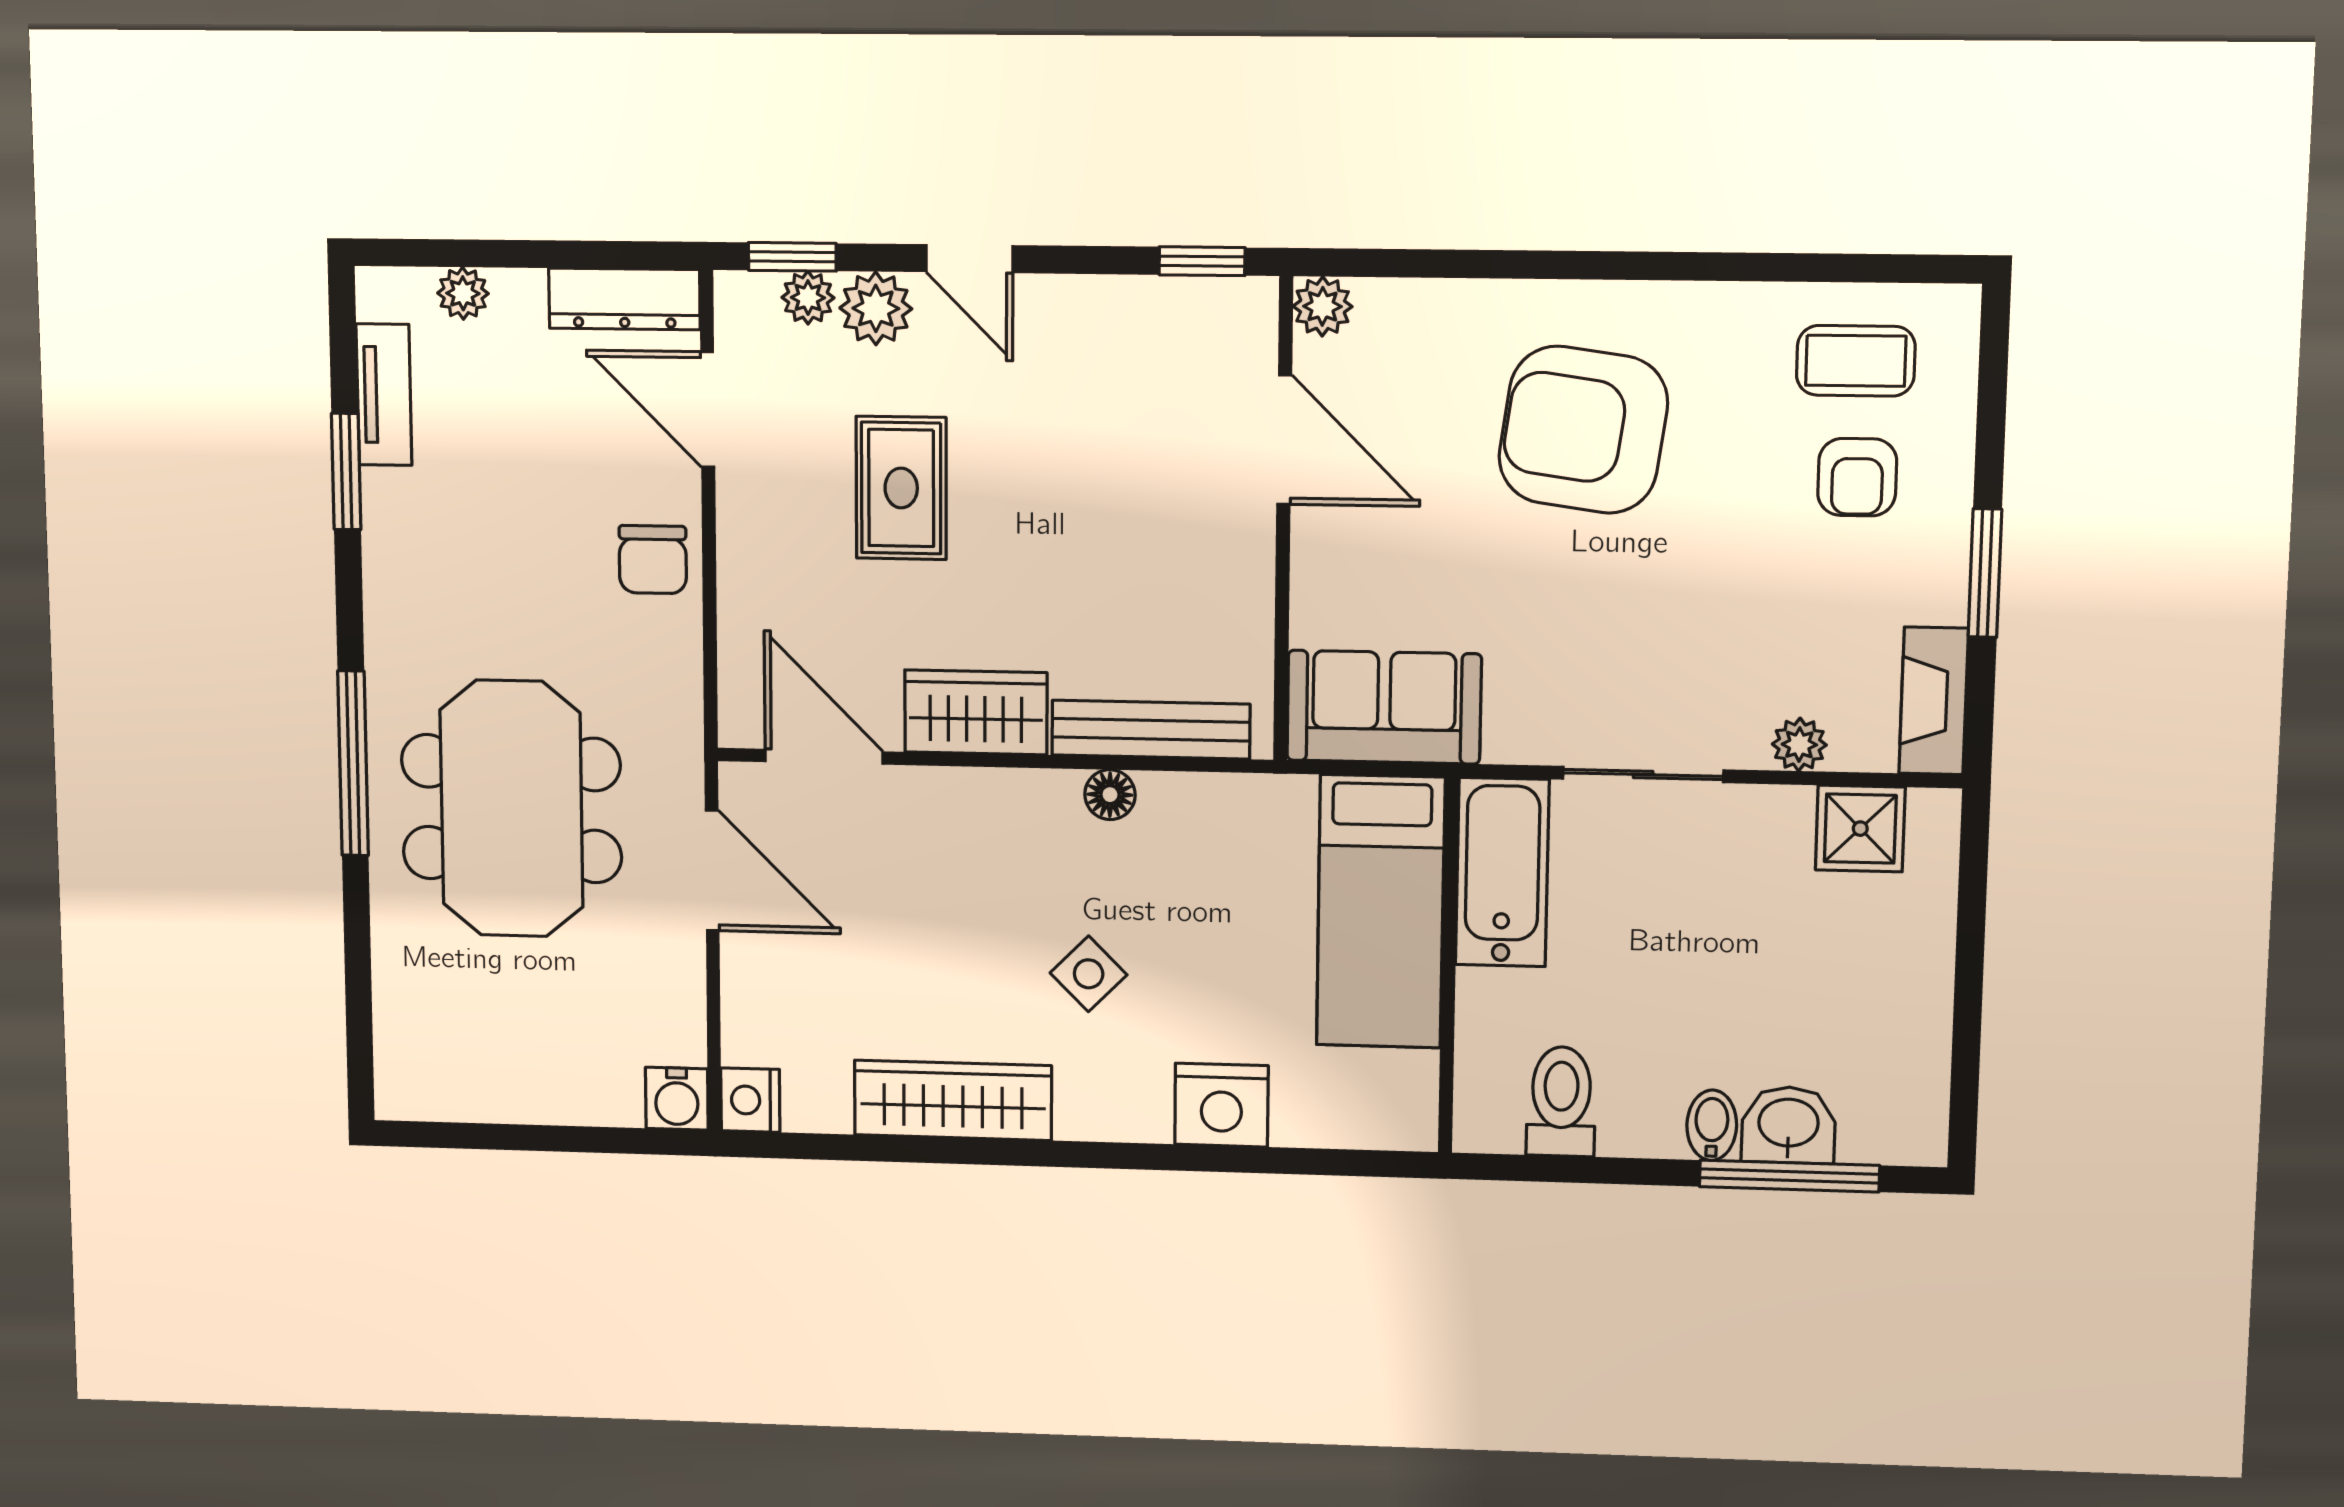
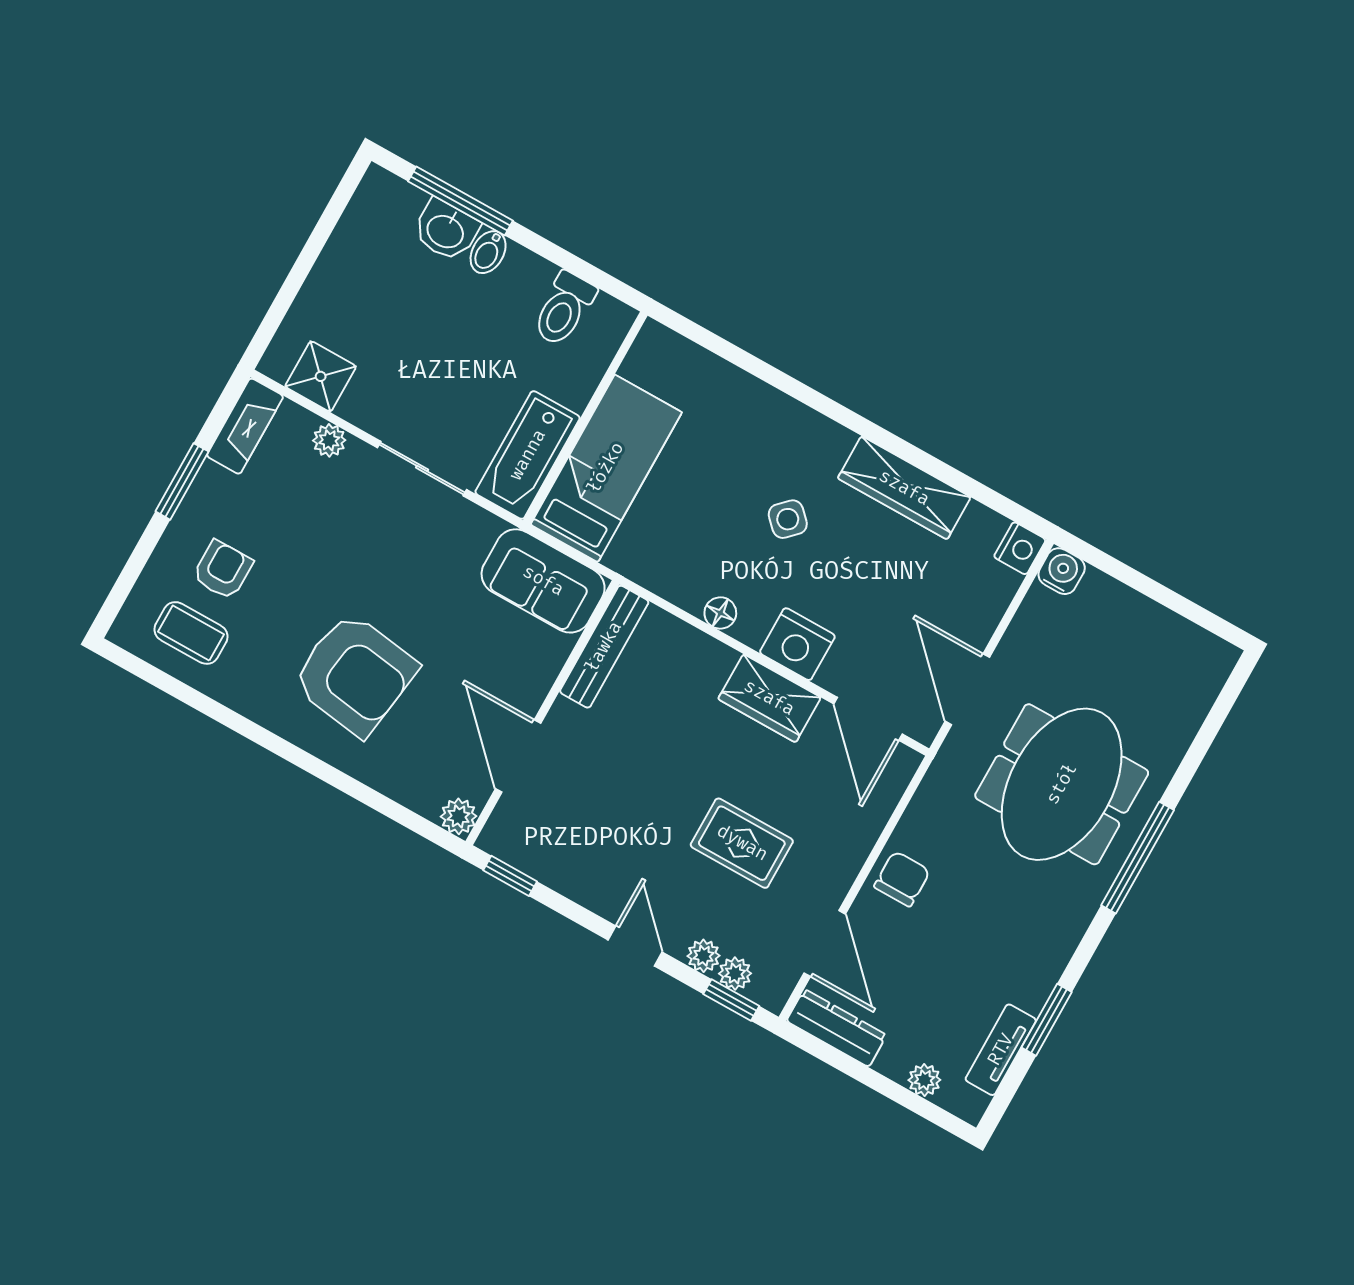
plant: (876, 308) -> (703, 956), width x0.73, depth x0.73
rug: (901, 488) -> (742, 843), turned 90
bench: (1151, 730) -> (604, 647), moved, turned 90
nightstand: (1221, 1105) -> (797, 644), moved, turned 180

